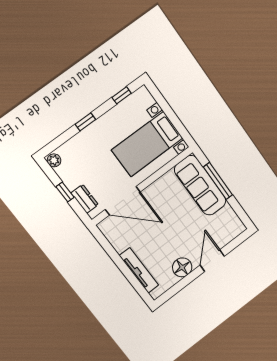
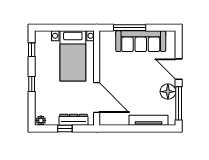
sofa: (200, 185) -> (141, 41), moved
dresser: (85, 199) -> (74, 120), width x1.44
door: (123, 201) -> (97, 97), hinge flipped
window: (178, 287) -> (179, 103), added

